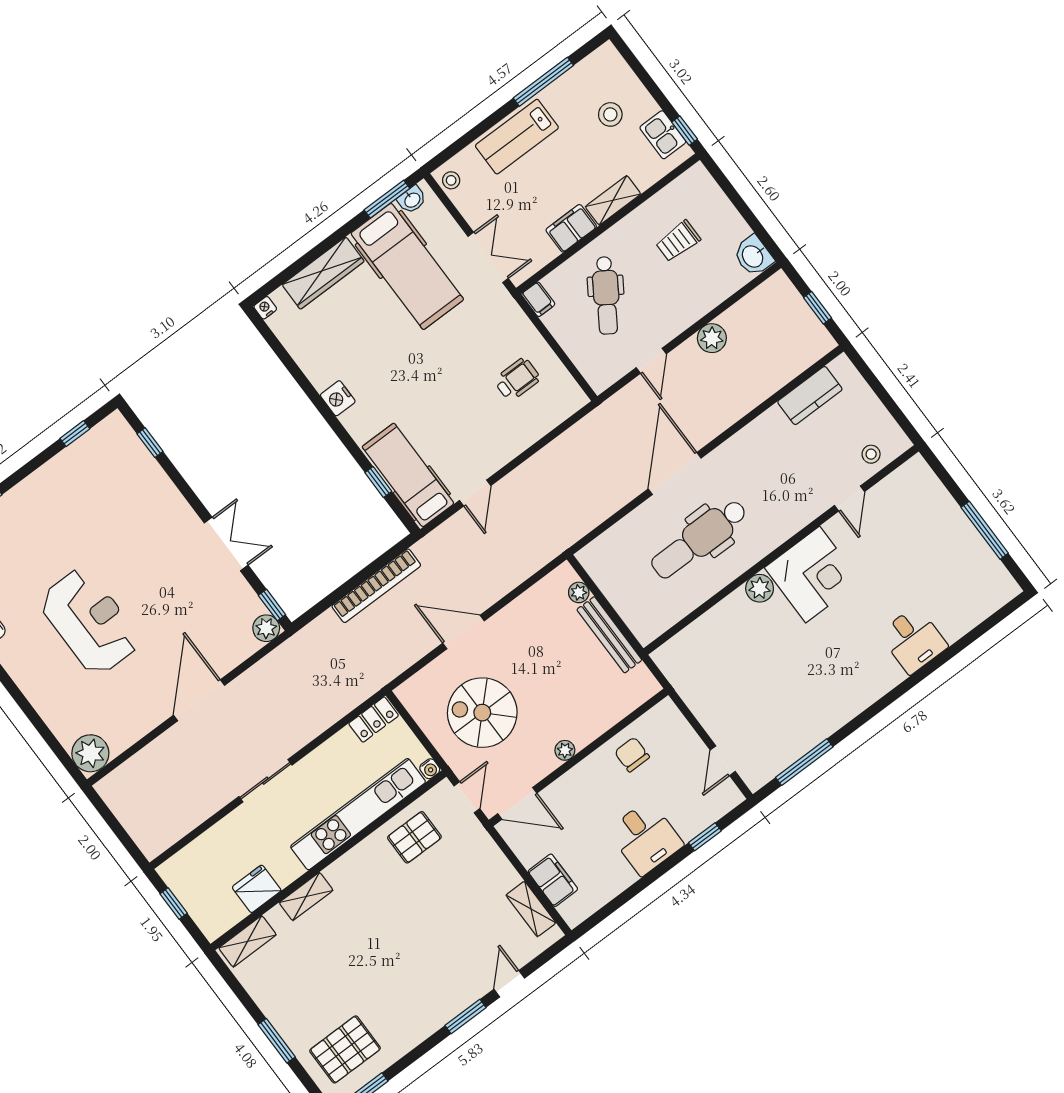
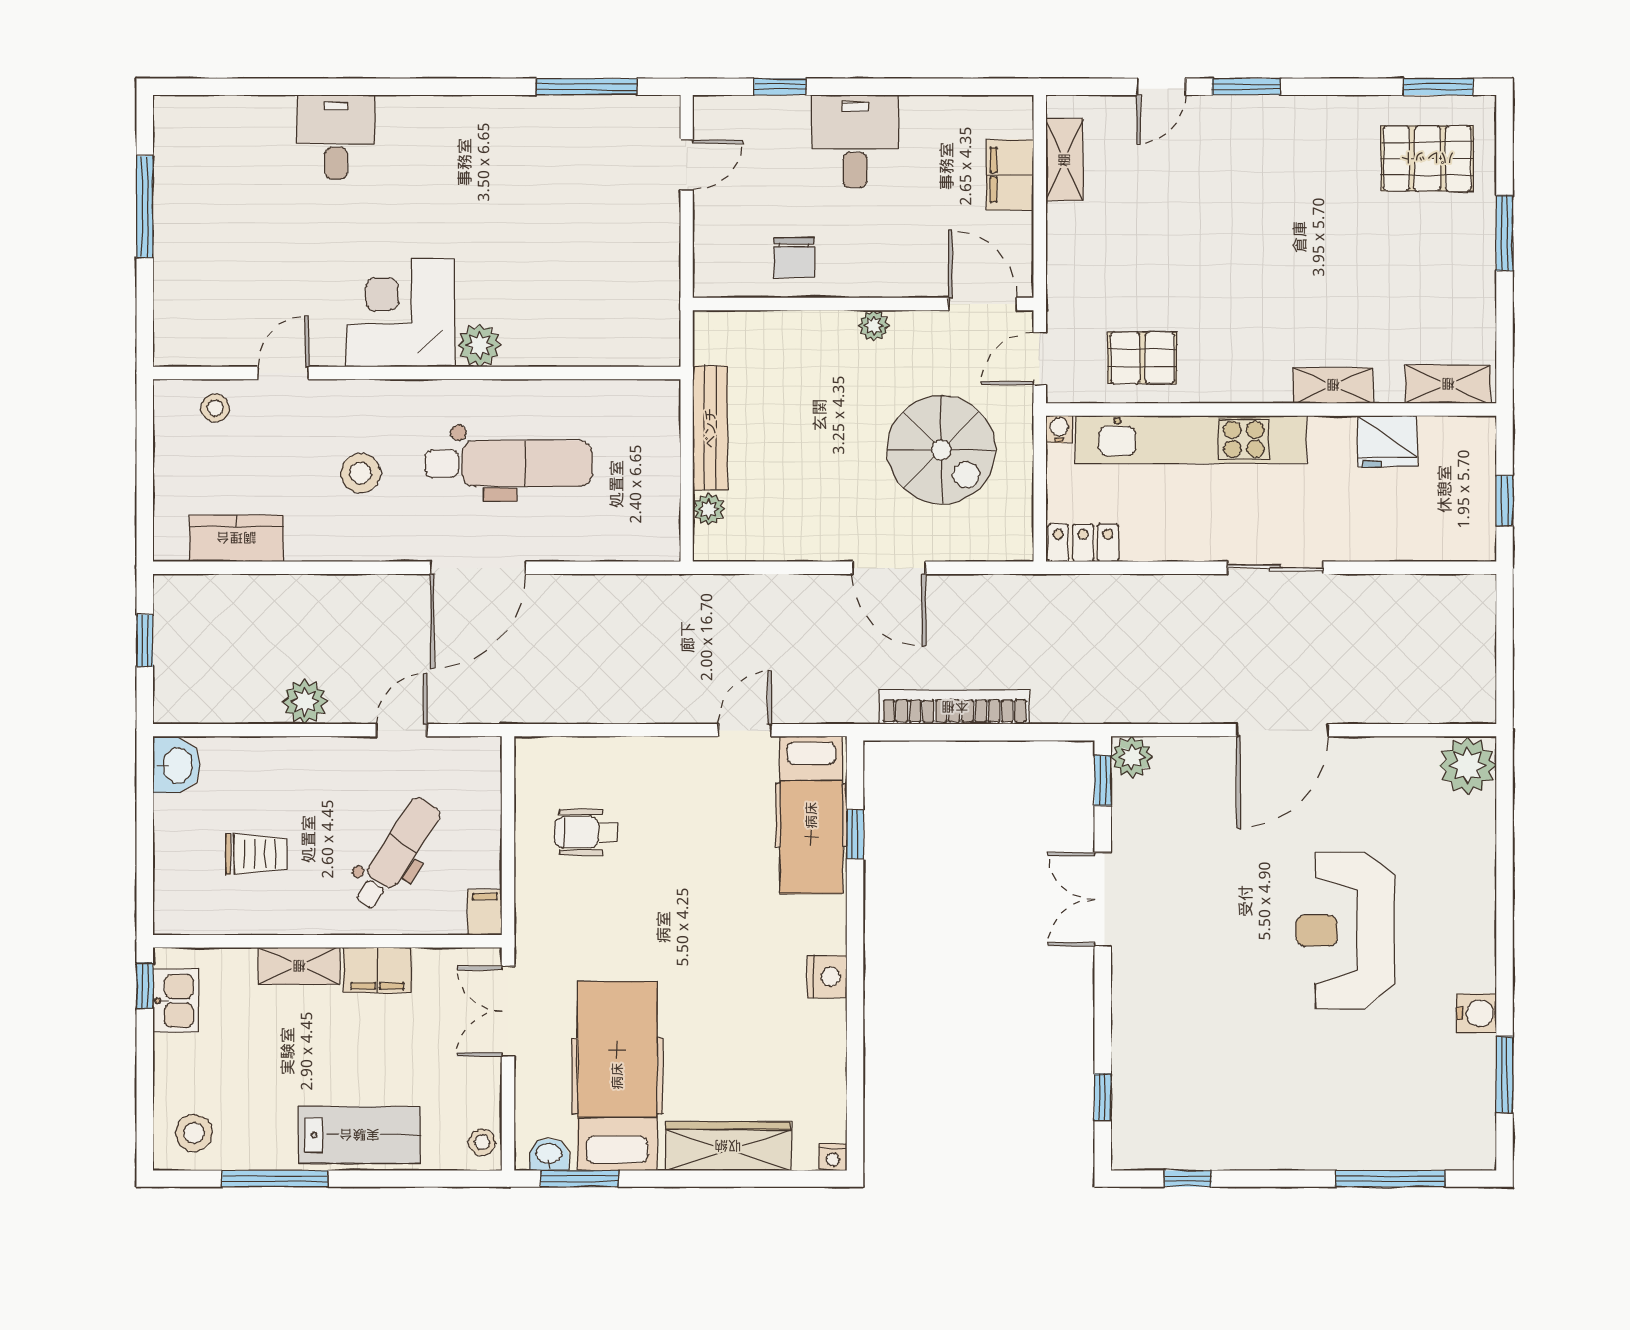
stool: (610, 114) -> (194, 1133), moved
stool: (771, 477) -> (360, 473), added

